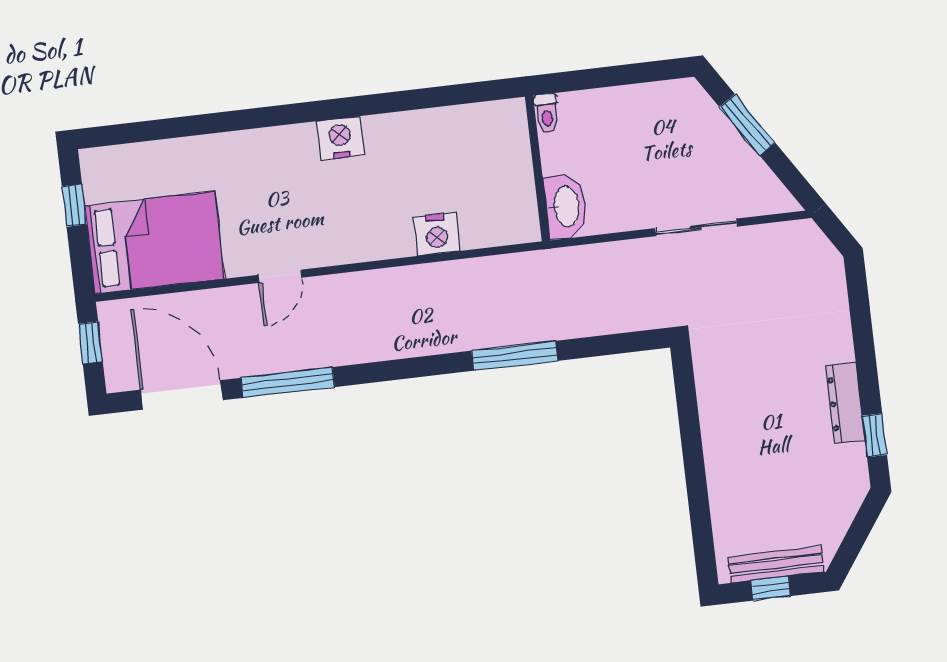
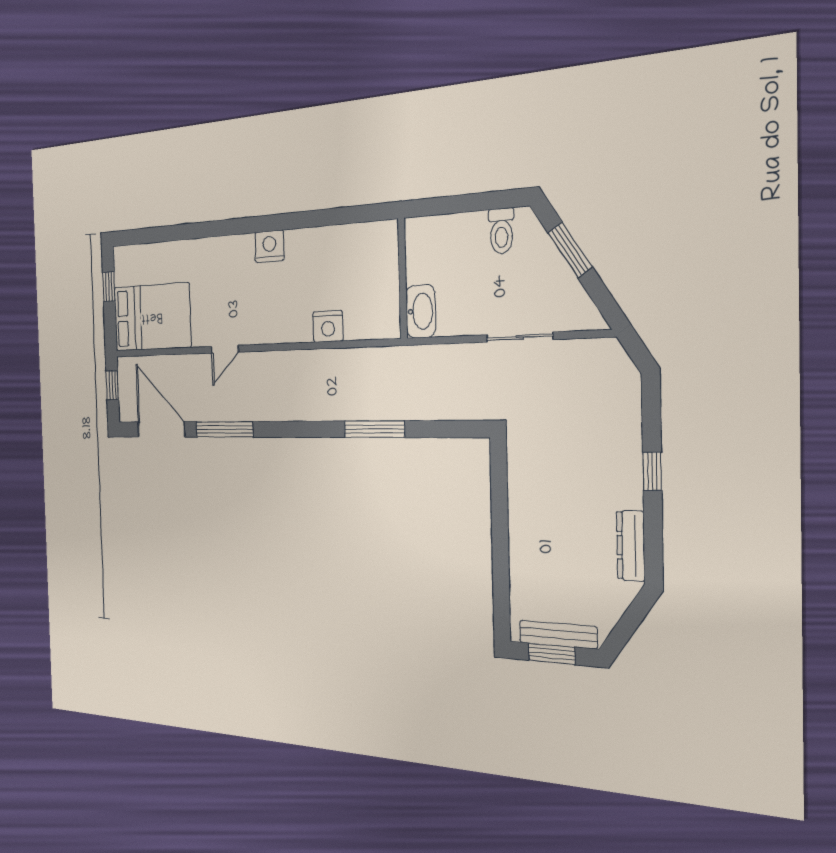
toilet: (547, 113) -> (501, 231), moved, width x1.37, depth x1.39
dresser: (845, 403) -> (631, 546), moved
window: (875, 435) -> (652, 471), moved
window: (771, 588) -> (552, 654), width x1.50

